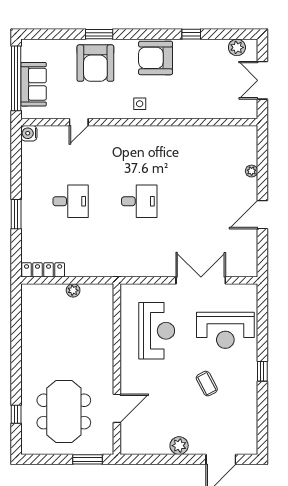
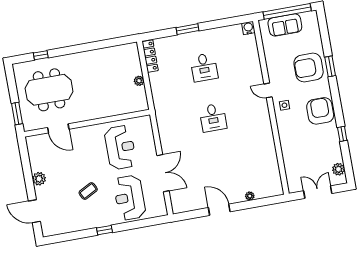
door: (79, 122) -> (268, 90), moved
reception desk: (157, 331) -> (120, 147), turned -90

